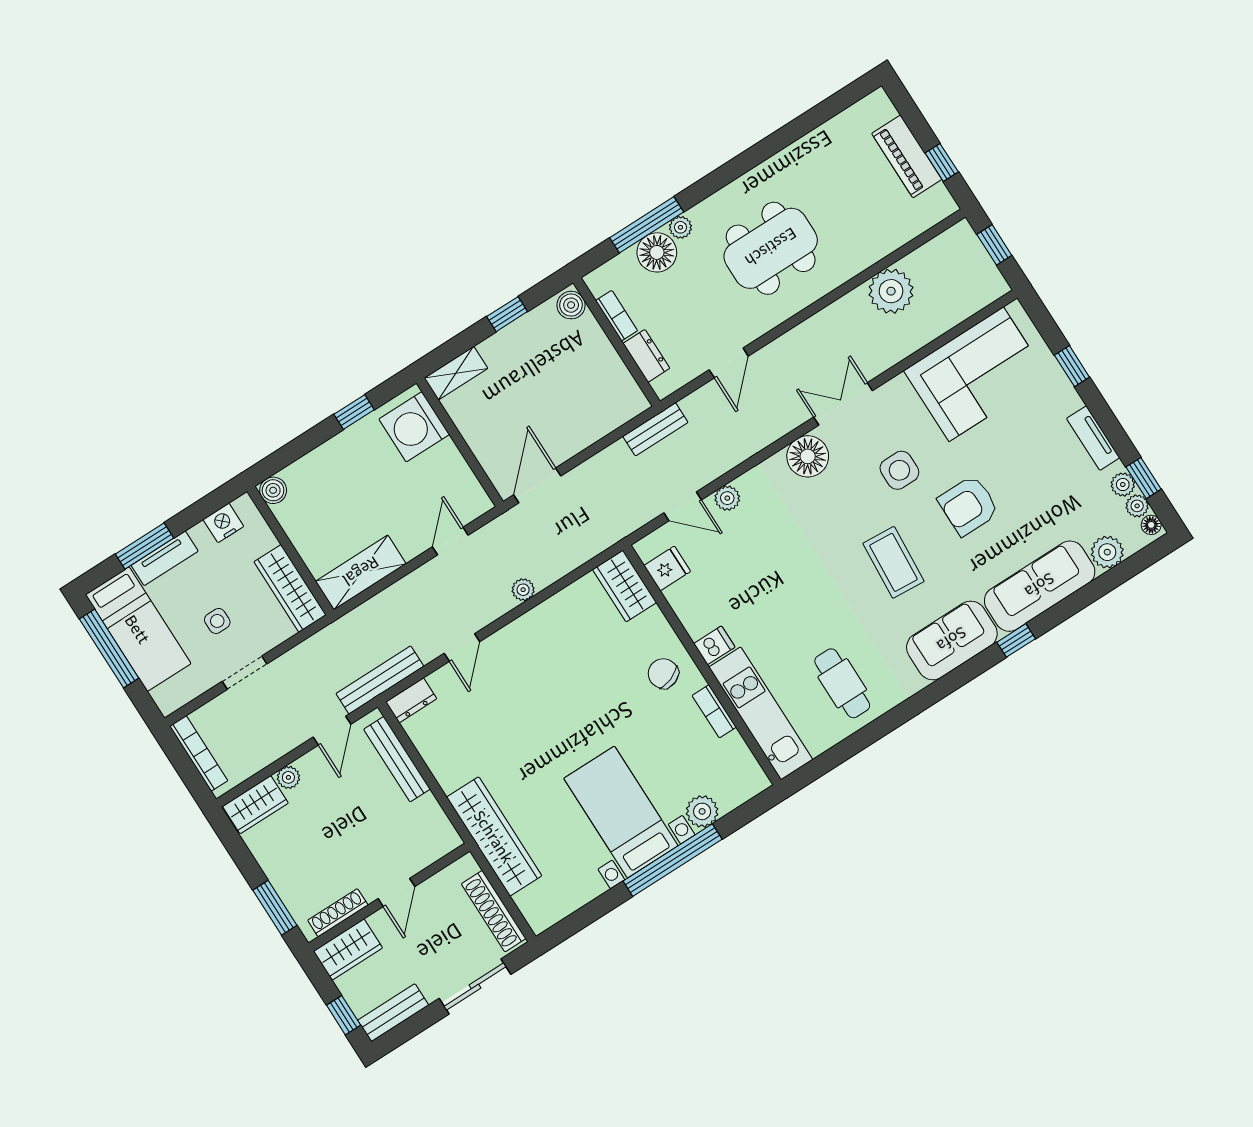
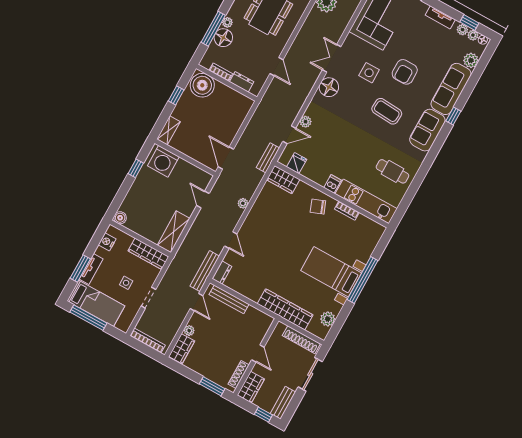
boiler: (571, 305) -> (202, 85), width x1.86, depth x1.86
bench: (655, 429) -> (268, 158), moved
plant: (702, 811) -> (328, 319), moved

